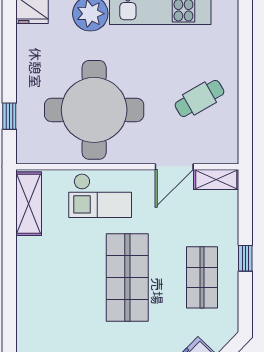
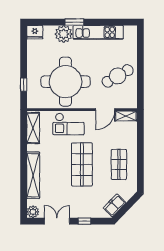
cafe table: (199, 98) -> (118, 76), width x1.37, depth x1.35
window: (245, 258) -> (140, 155), removed
shelving: (29, 299) -> (33, 175), added

